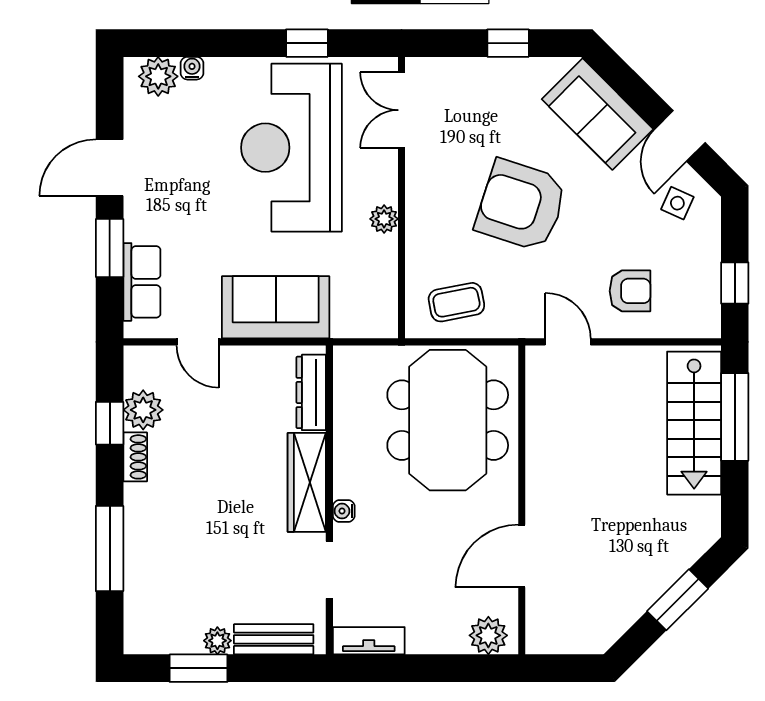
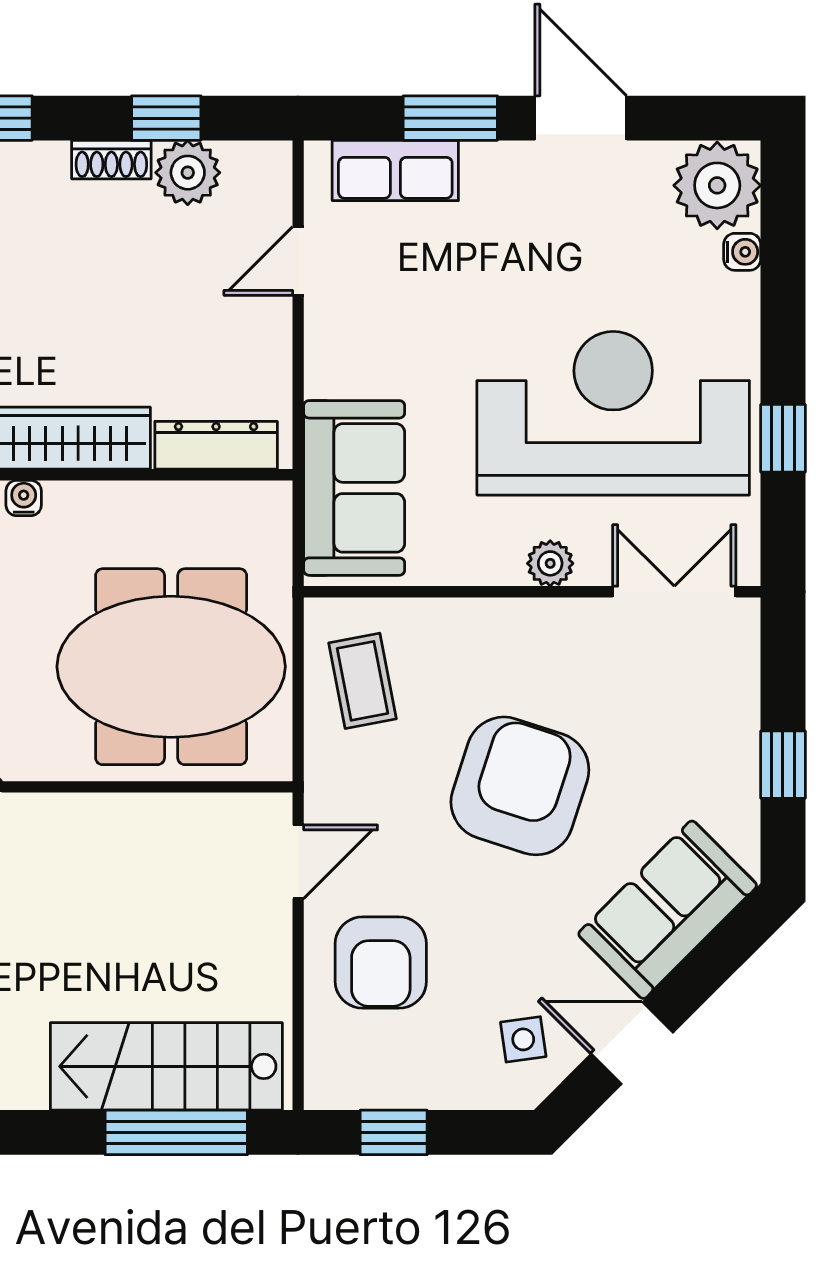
plant: (158, 76) -> (717, 185), width x1.36, depth x1.36
side table: (677, 203) -> (523, 1039), turned -32
plant: (384, 219) -> (550, 563), moved
armchair: (630, 291) -> (381, 963), width x1.38, depth x1.38
sofa: (276, 307) -> (354, 488), moved

